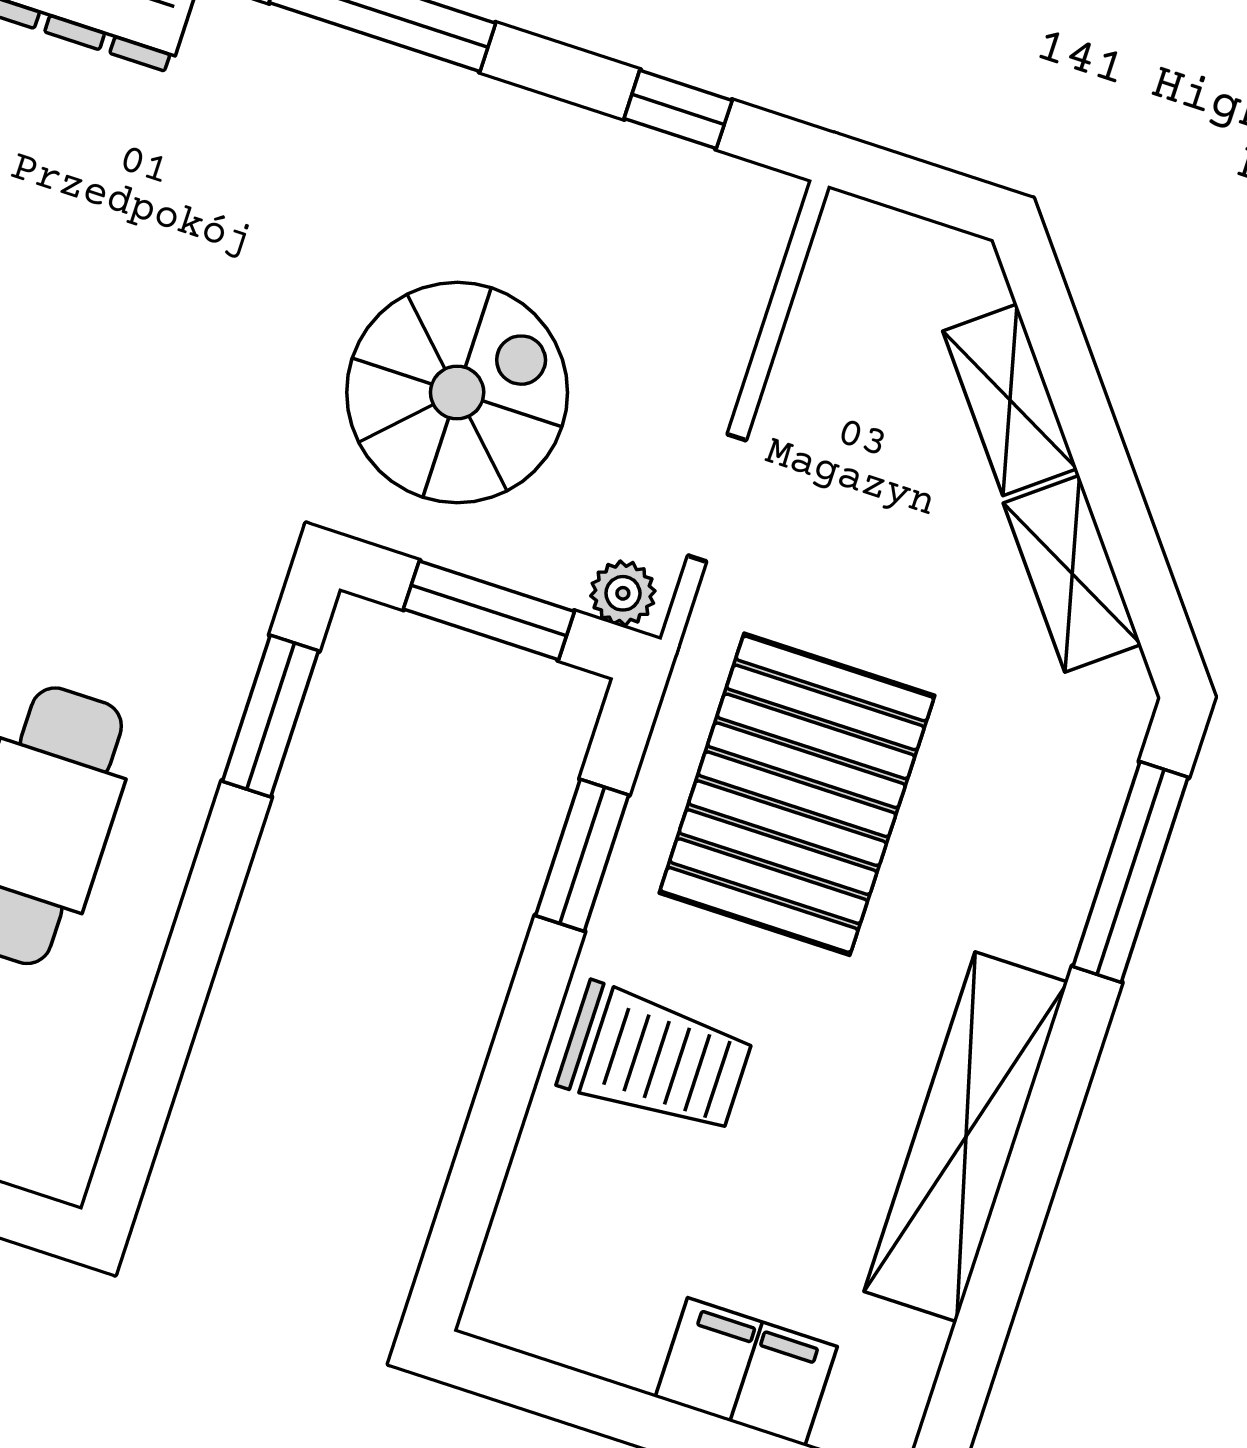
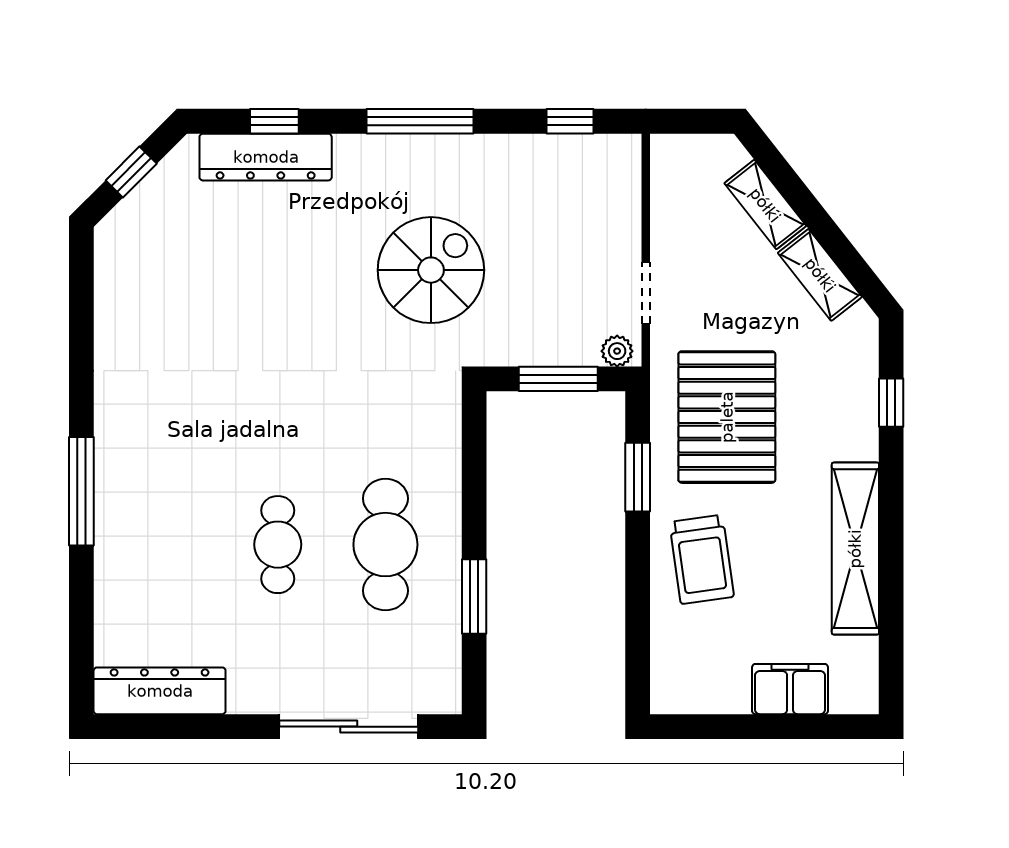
spiral stairs: (457, 393) -> (431, 270), moved
window: (270, 716) -> (474, 597), moved
window: (1131, 872) -> (891, 403), width x0.46
trolley: (655, 1059) -> (702, 559), turned 82

